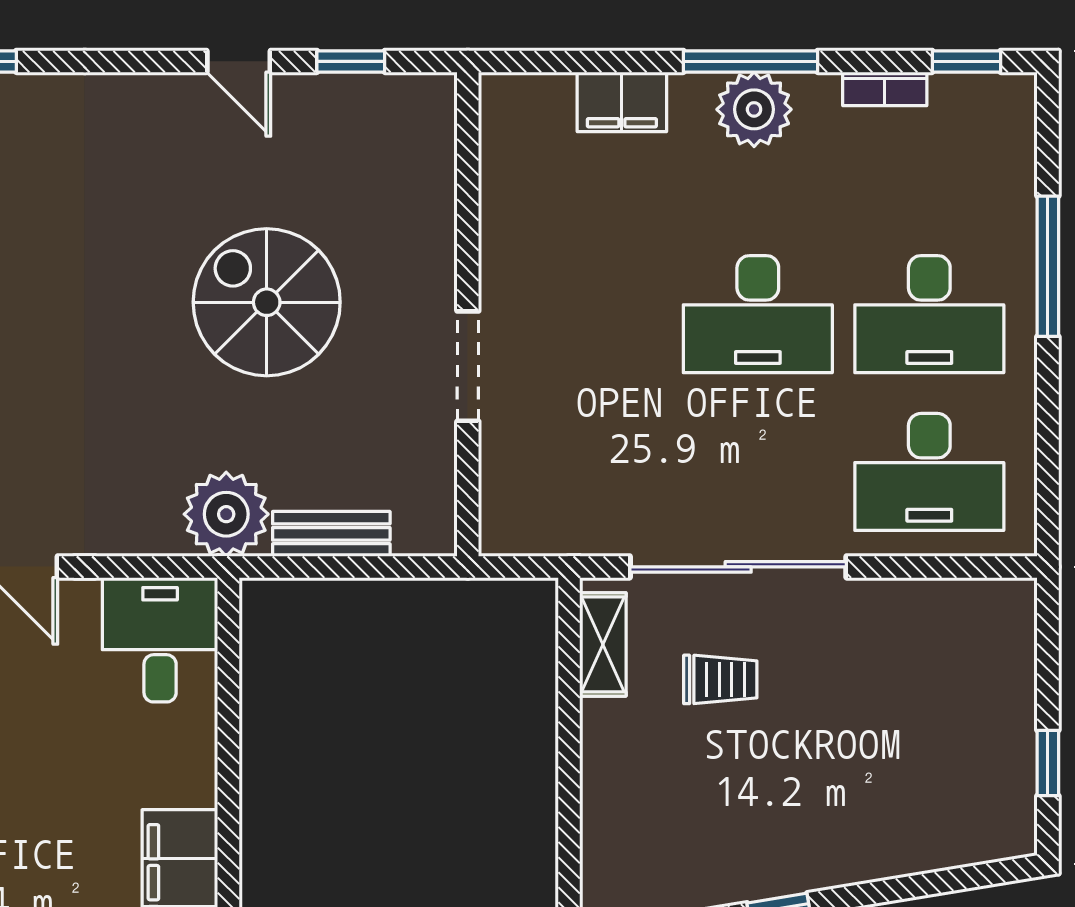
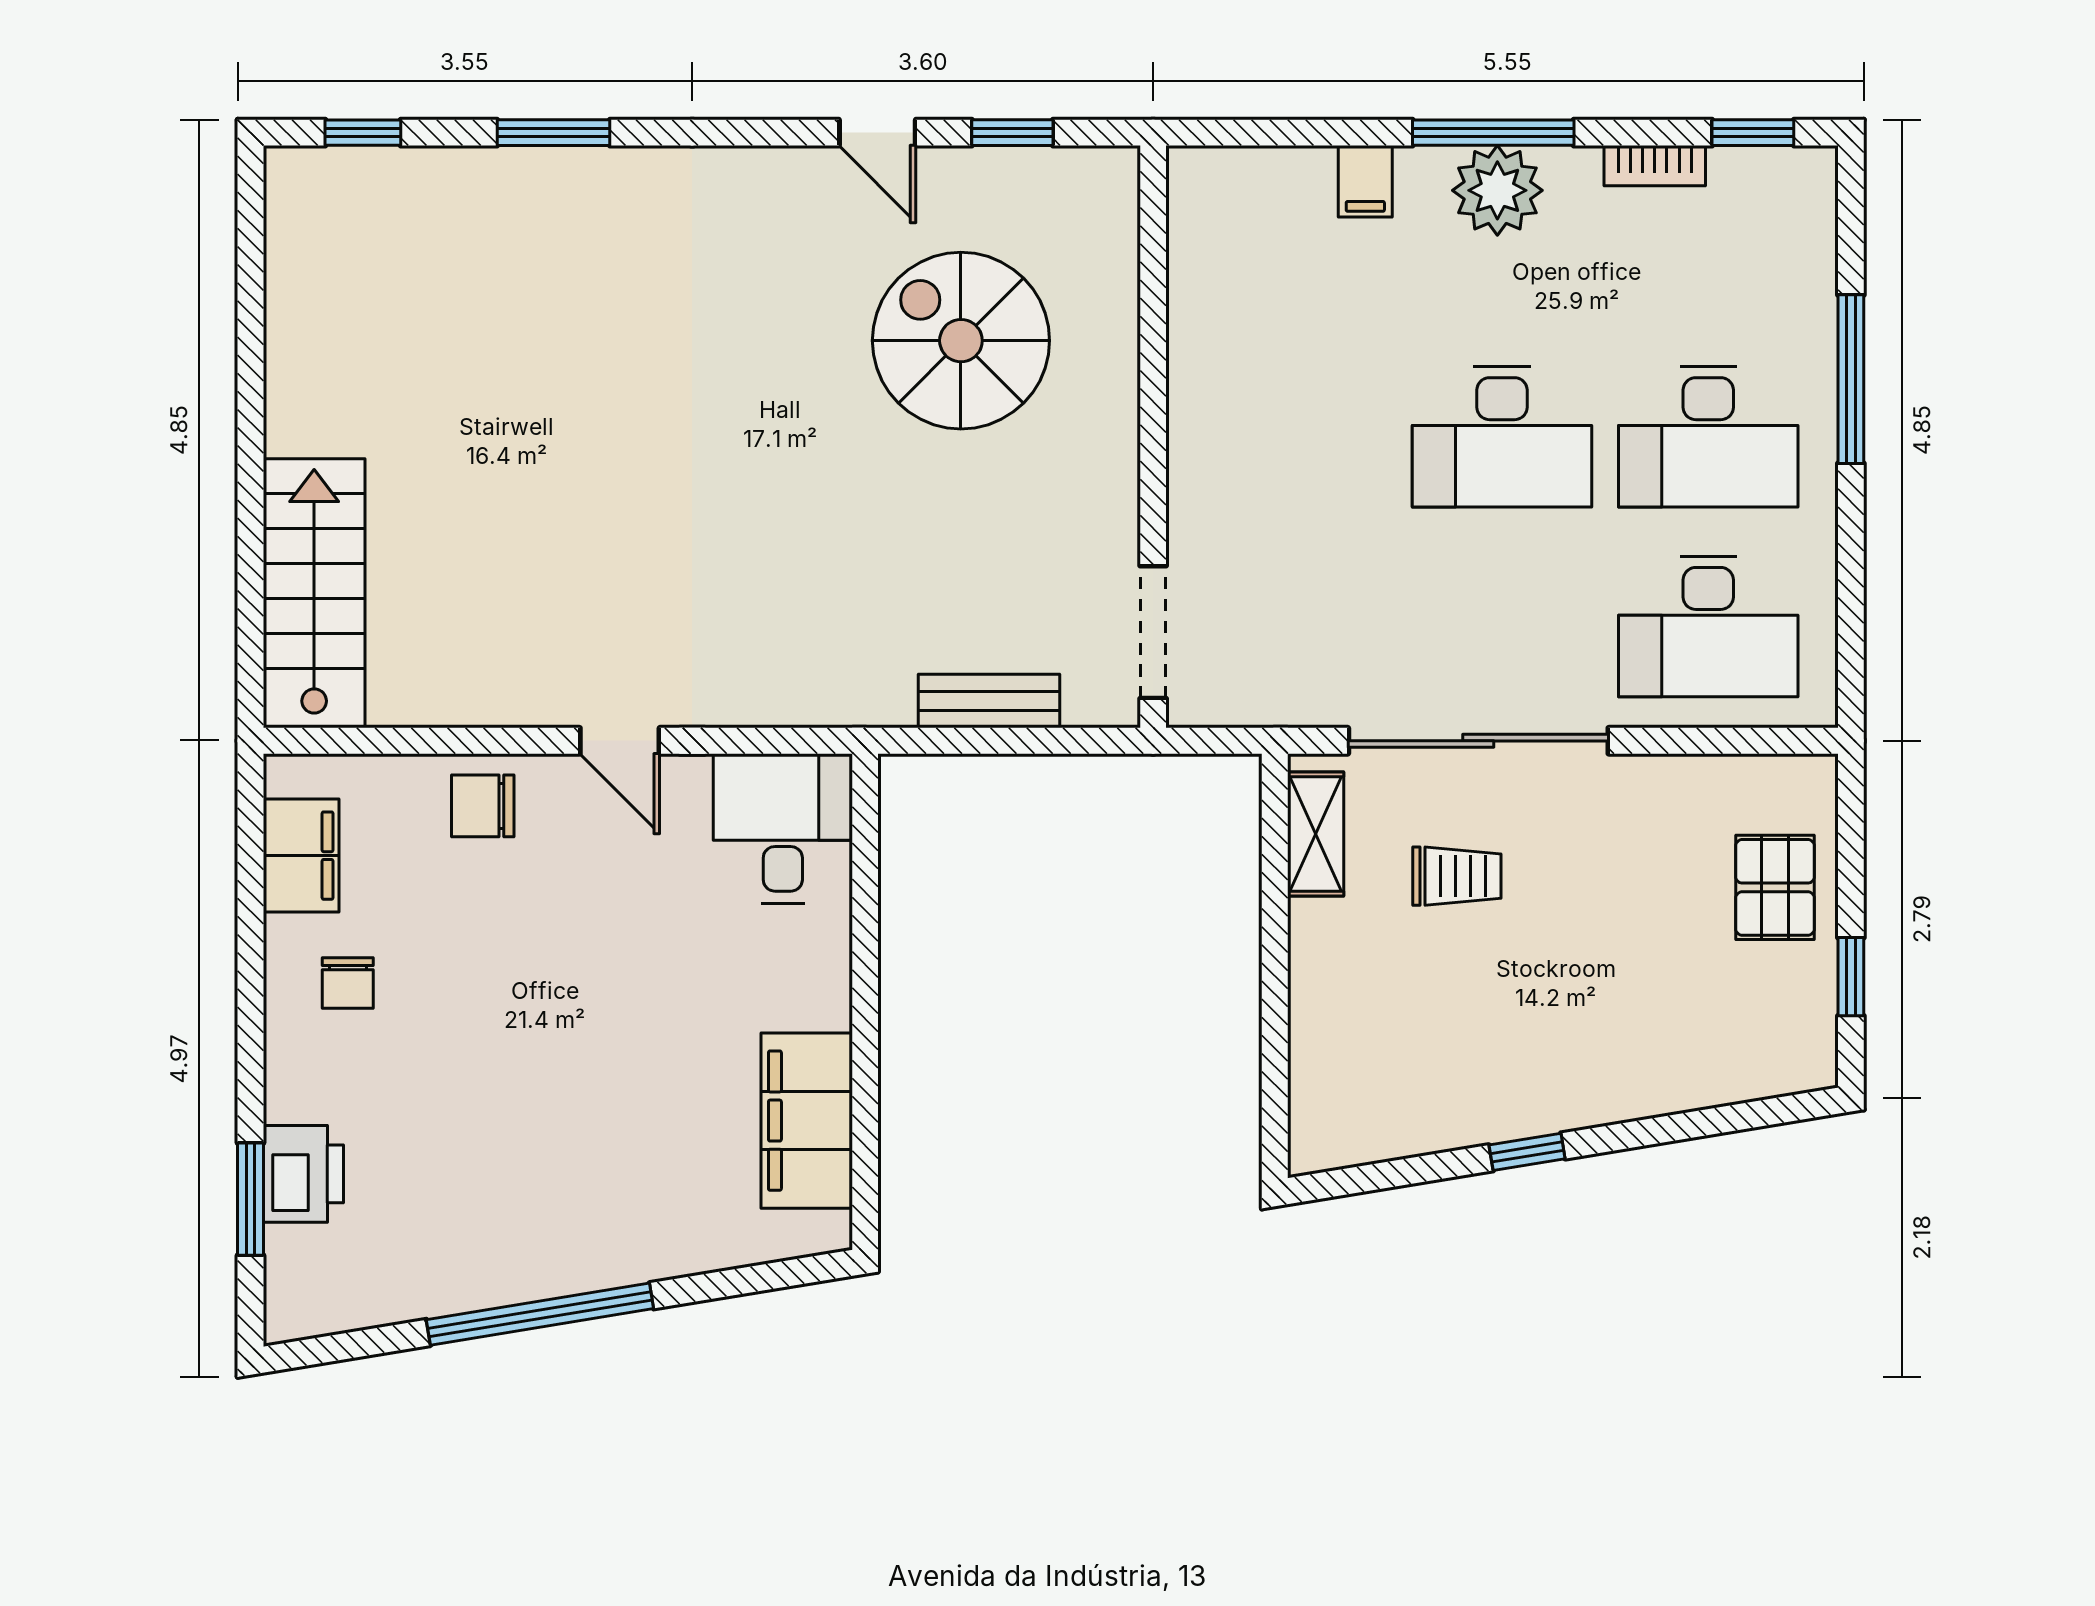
filing cabinet: (622, 102) -> (1365, 181), width x0.50
spiral stairs: (267, 302) -> (961, 341), moved
doorway: (468, 366) -> (1153, 632), moved
plant: (226, 514) -> (862, 677), removed
pallet: (985, 689) -> (1775, 887), added

